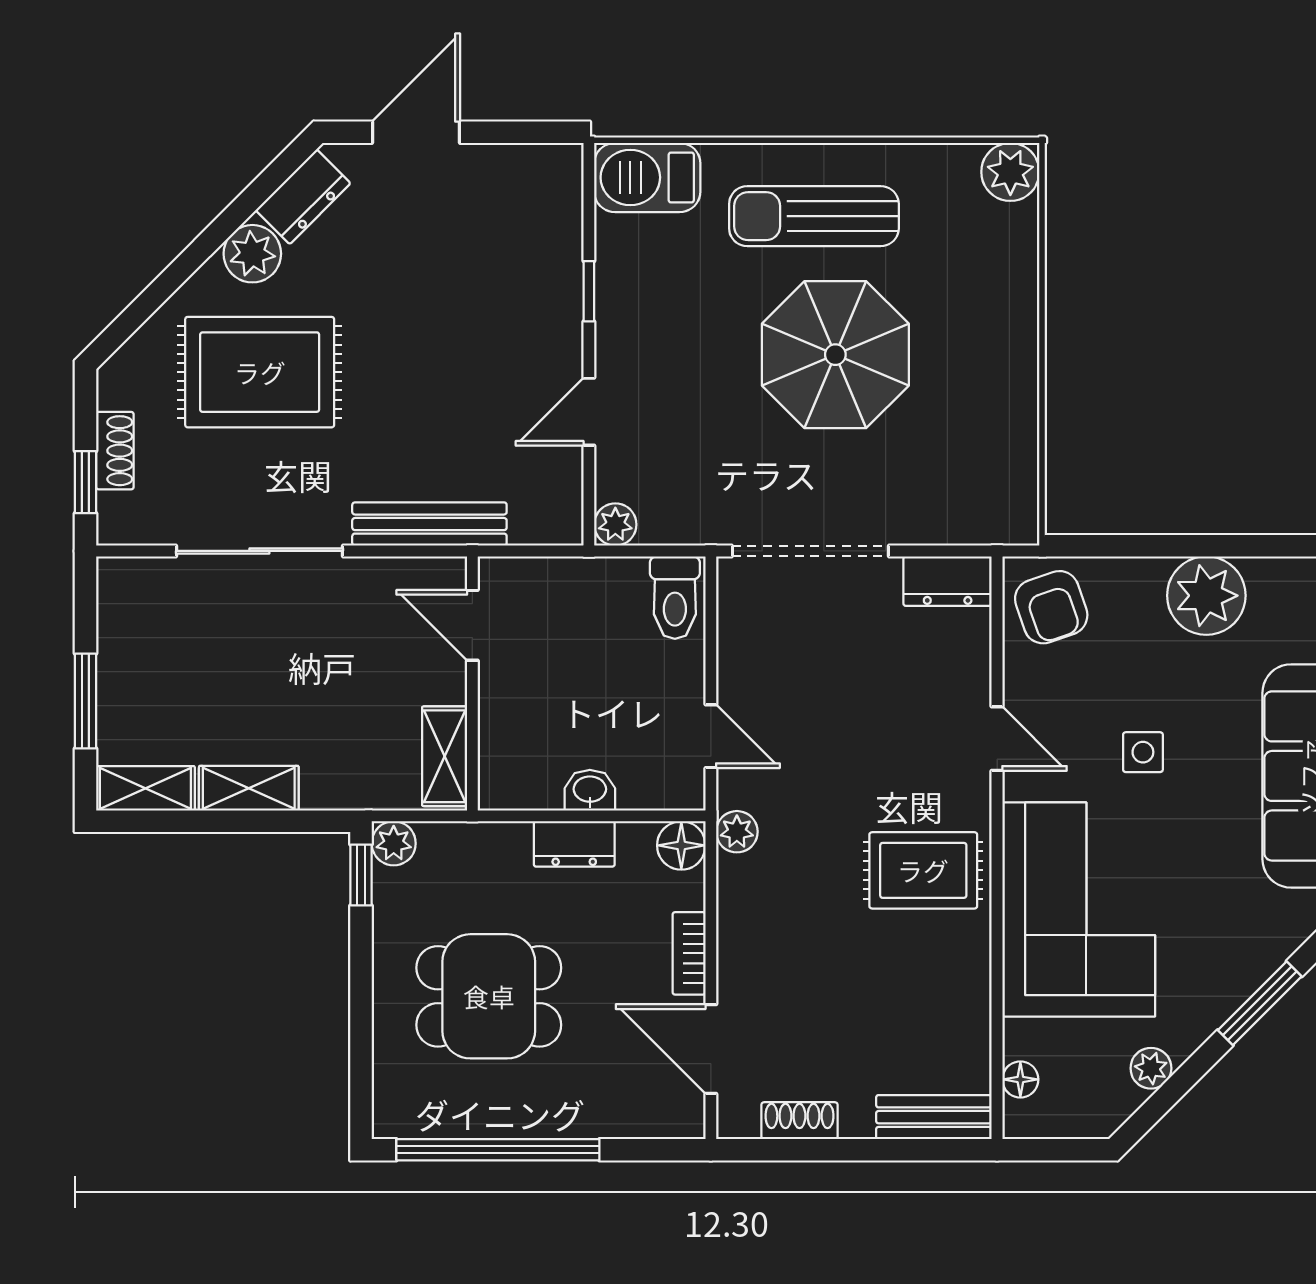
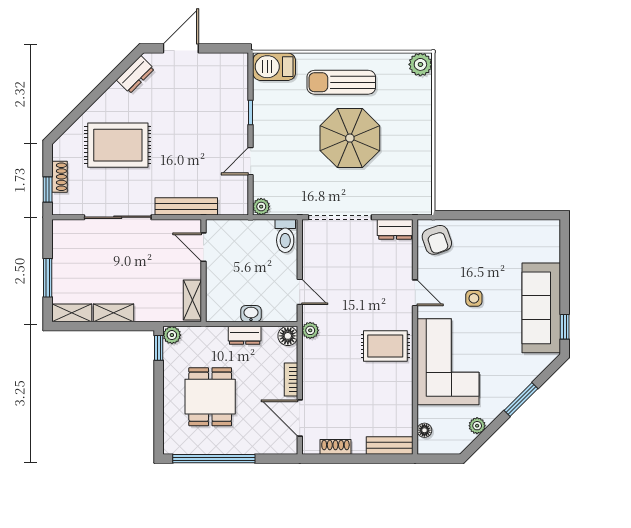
plant: (252, 254) -> (115, 97), removed
plant: (1206, 596) -> (499, 235), removed
dining table: (489, 996) -> (210, 397), turned 90

